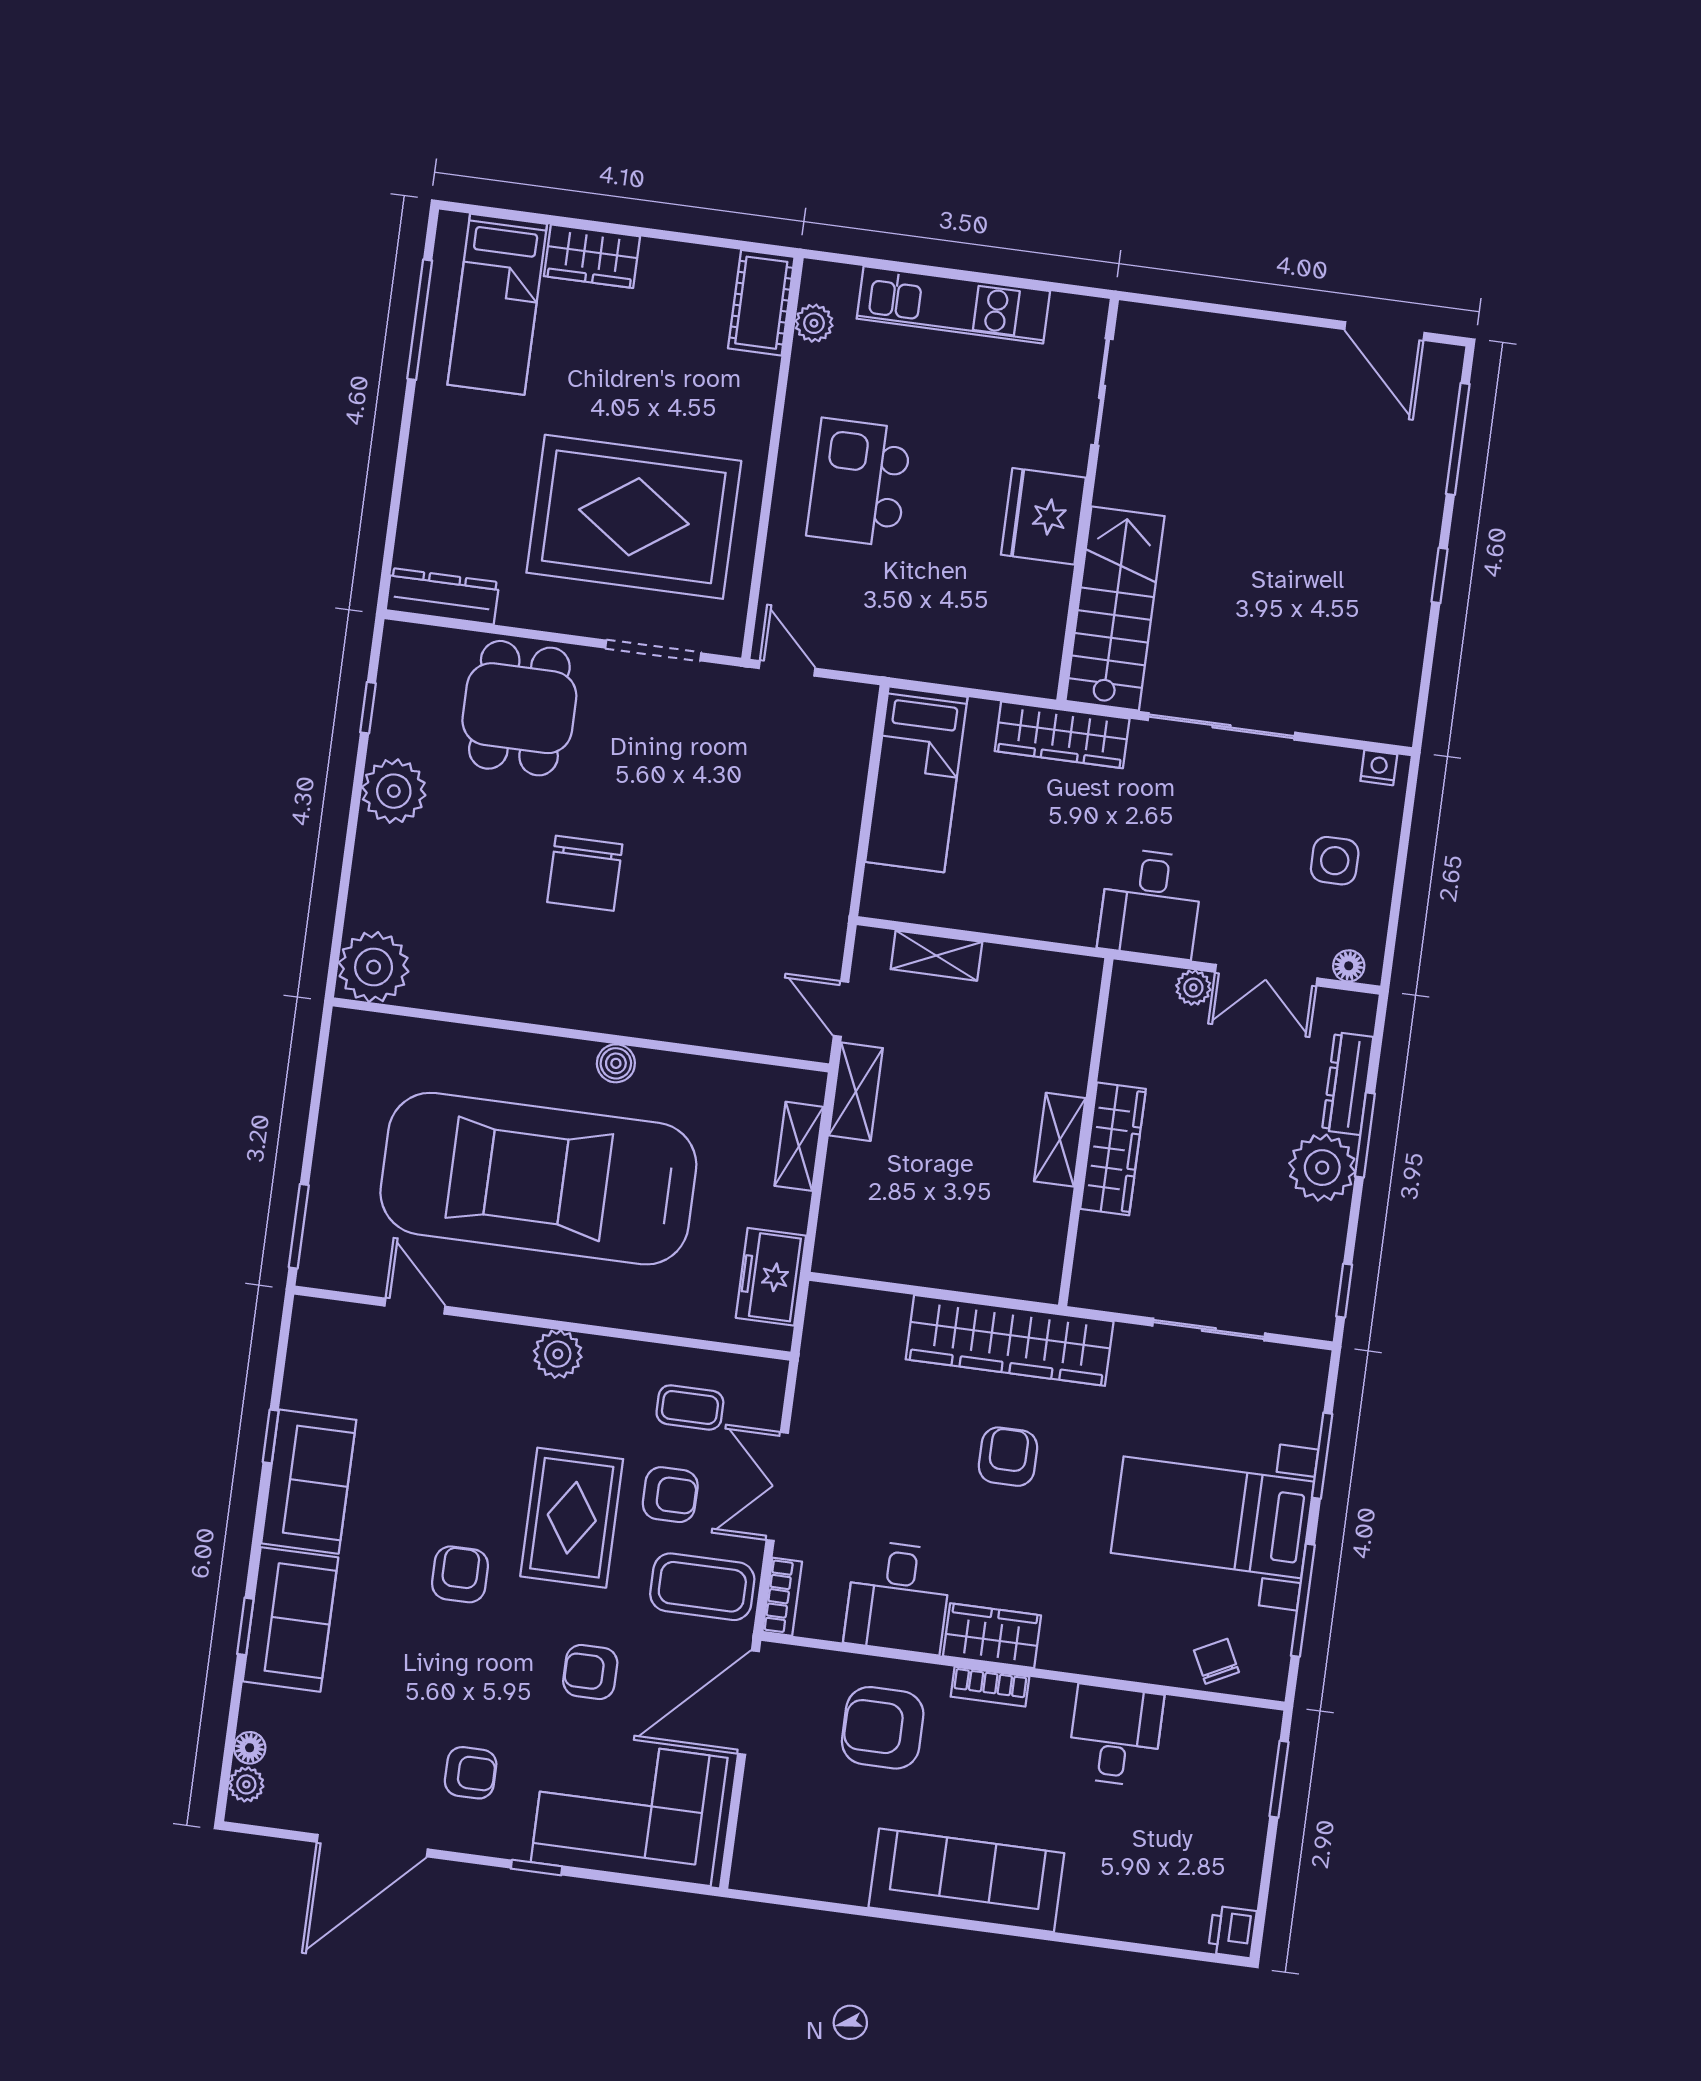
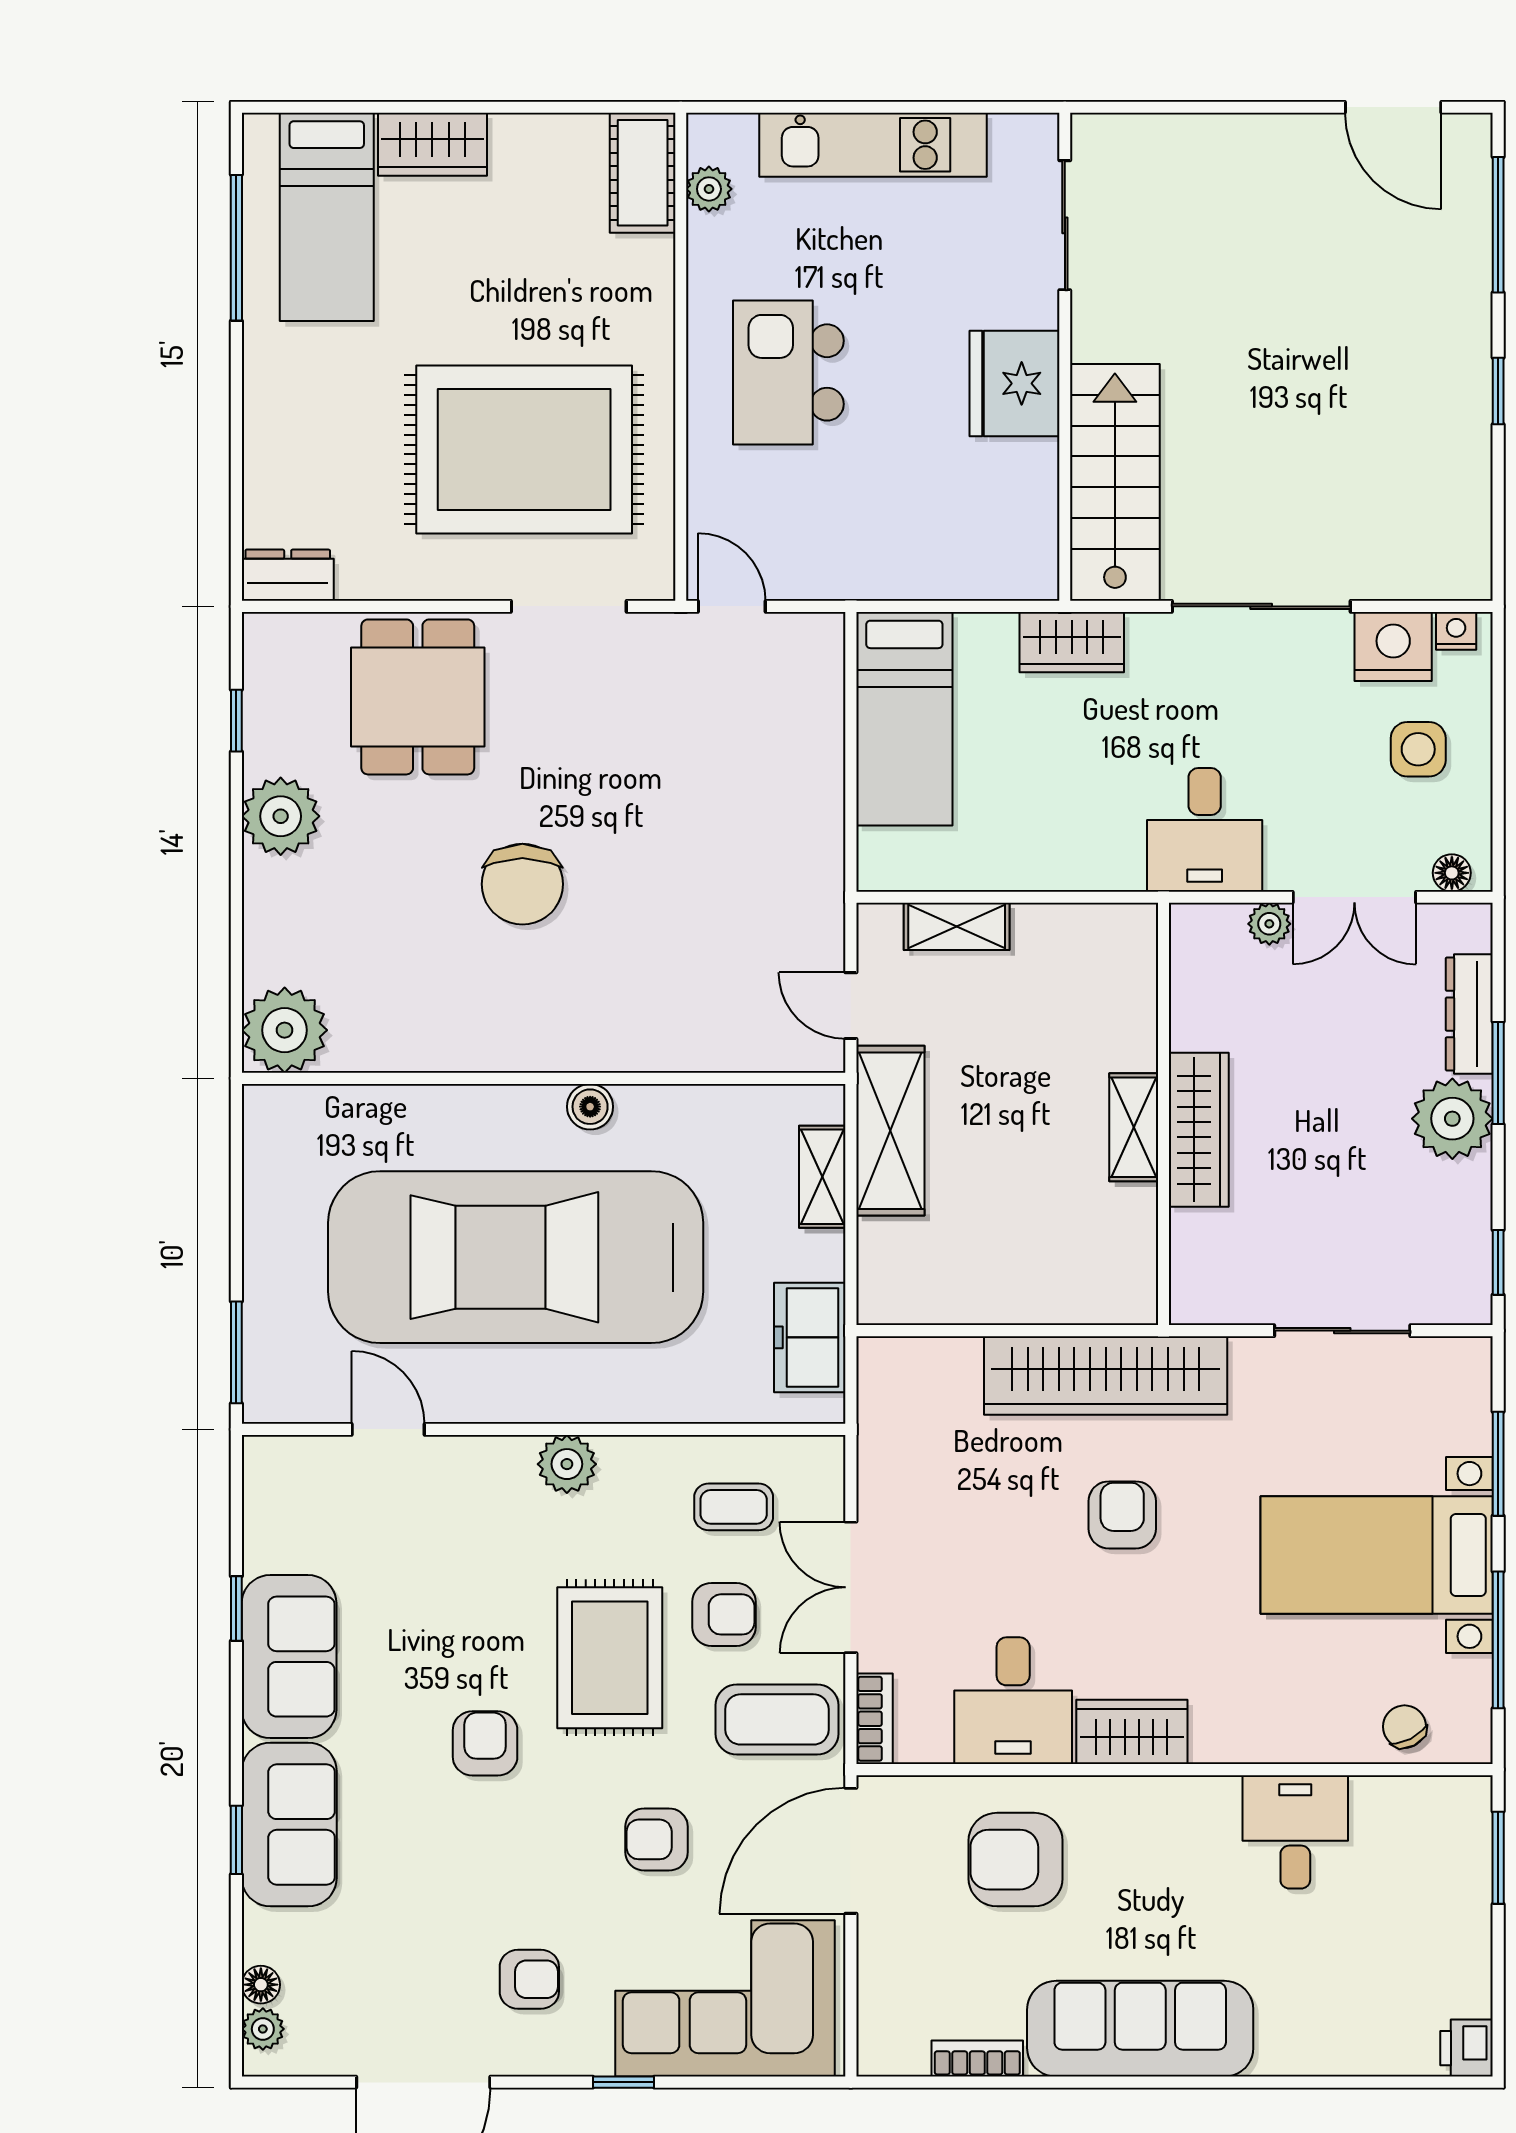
dresser: (442, 596) -> (288, 575), width x0.70
wardrobe: (1062, 735) -> (1072, 642), width x0.67
nightstand: (1325, 774) -> (1393, 647), added
shelving: (856, 1092) -> (890, 1131), width x1.50, depth x1.33
bookcase: (990, 1687) -> (977, 2059), moved, turned 180

